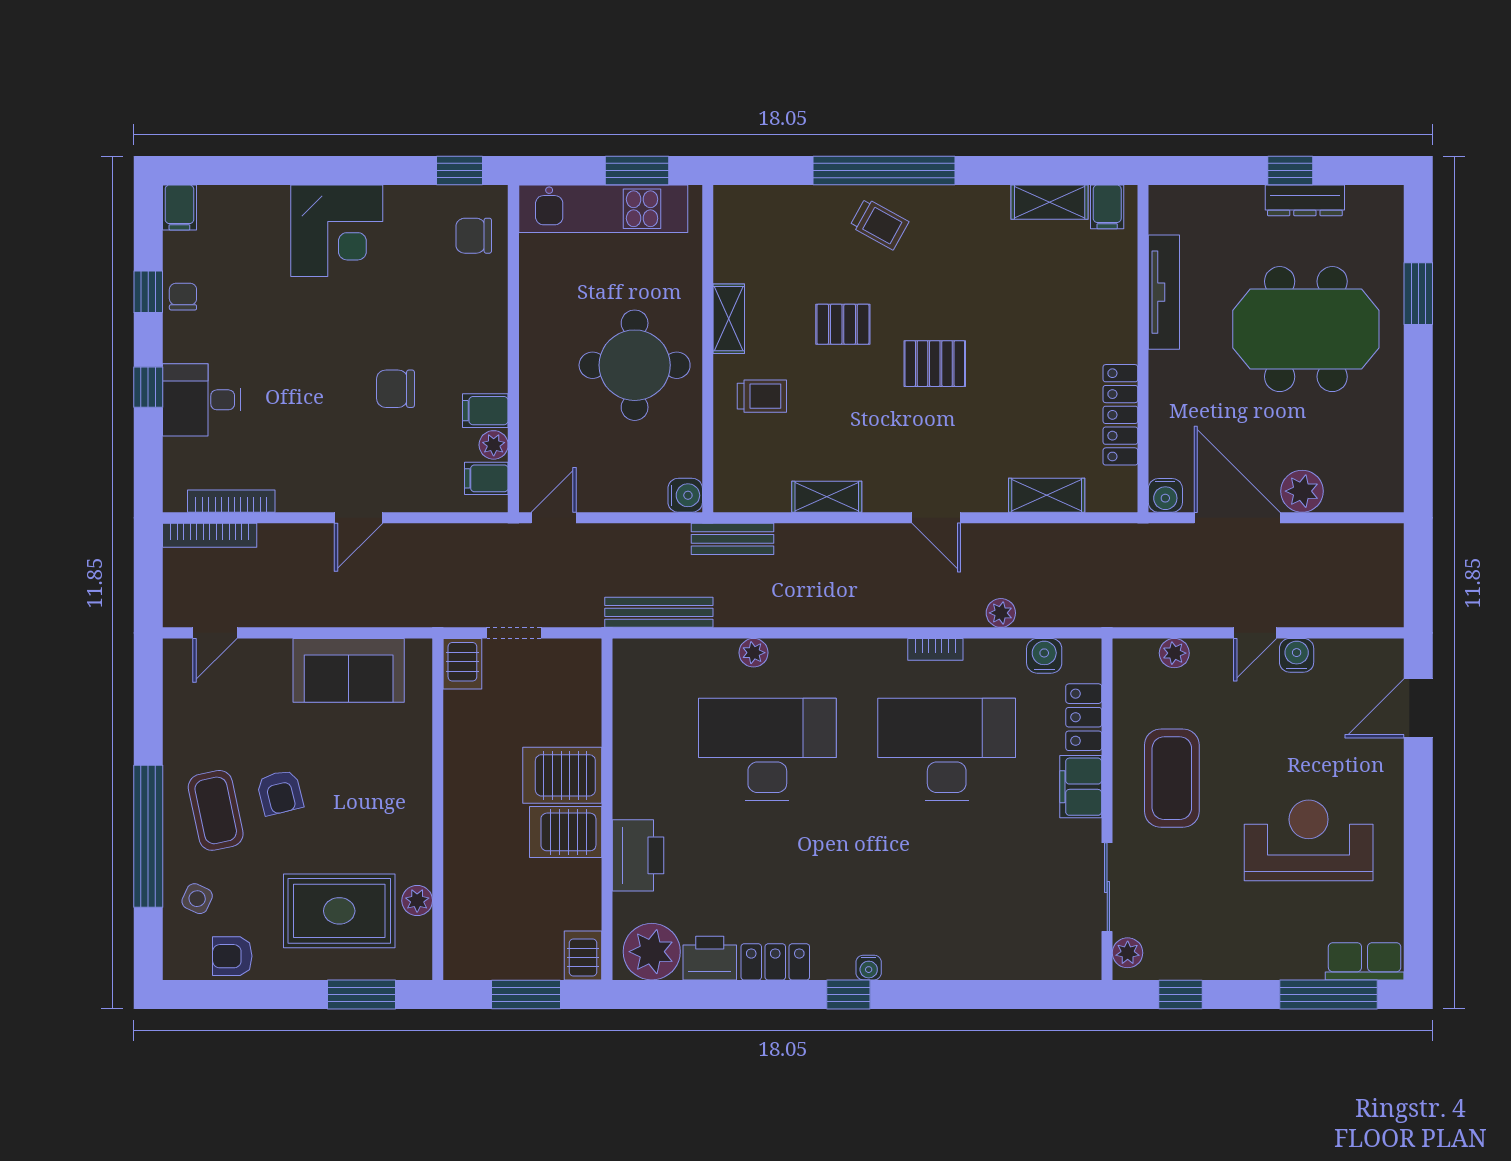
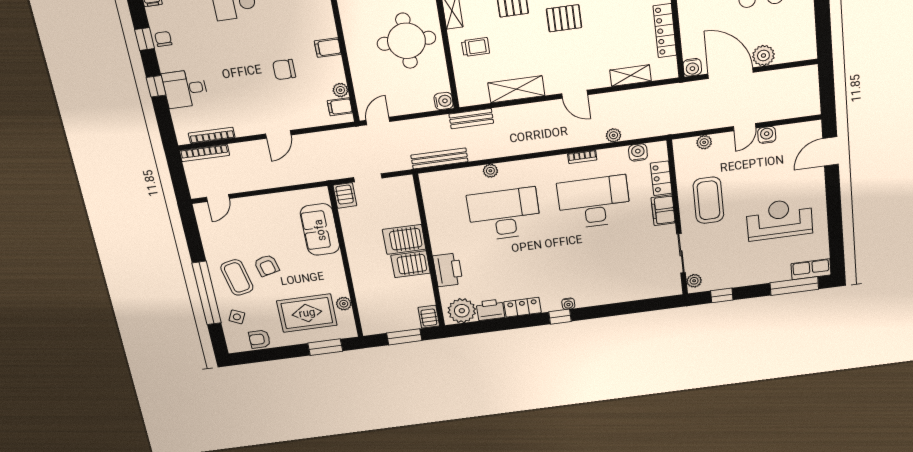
filing cabinet: (485, 411) -> (328, 48), moved
shelving: (827, 497) -> (516, 89), width x1.50, depth x1.33
sofa: (349, 670) -> (320, 230), moved, turned 90

